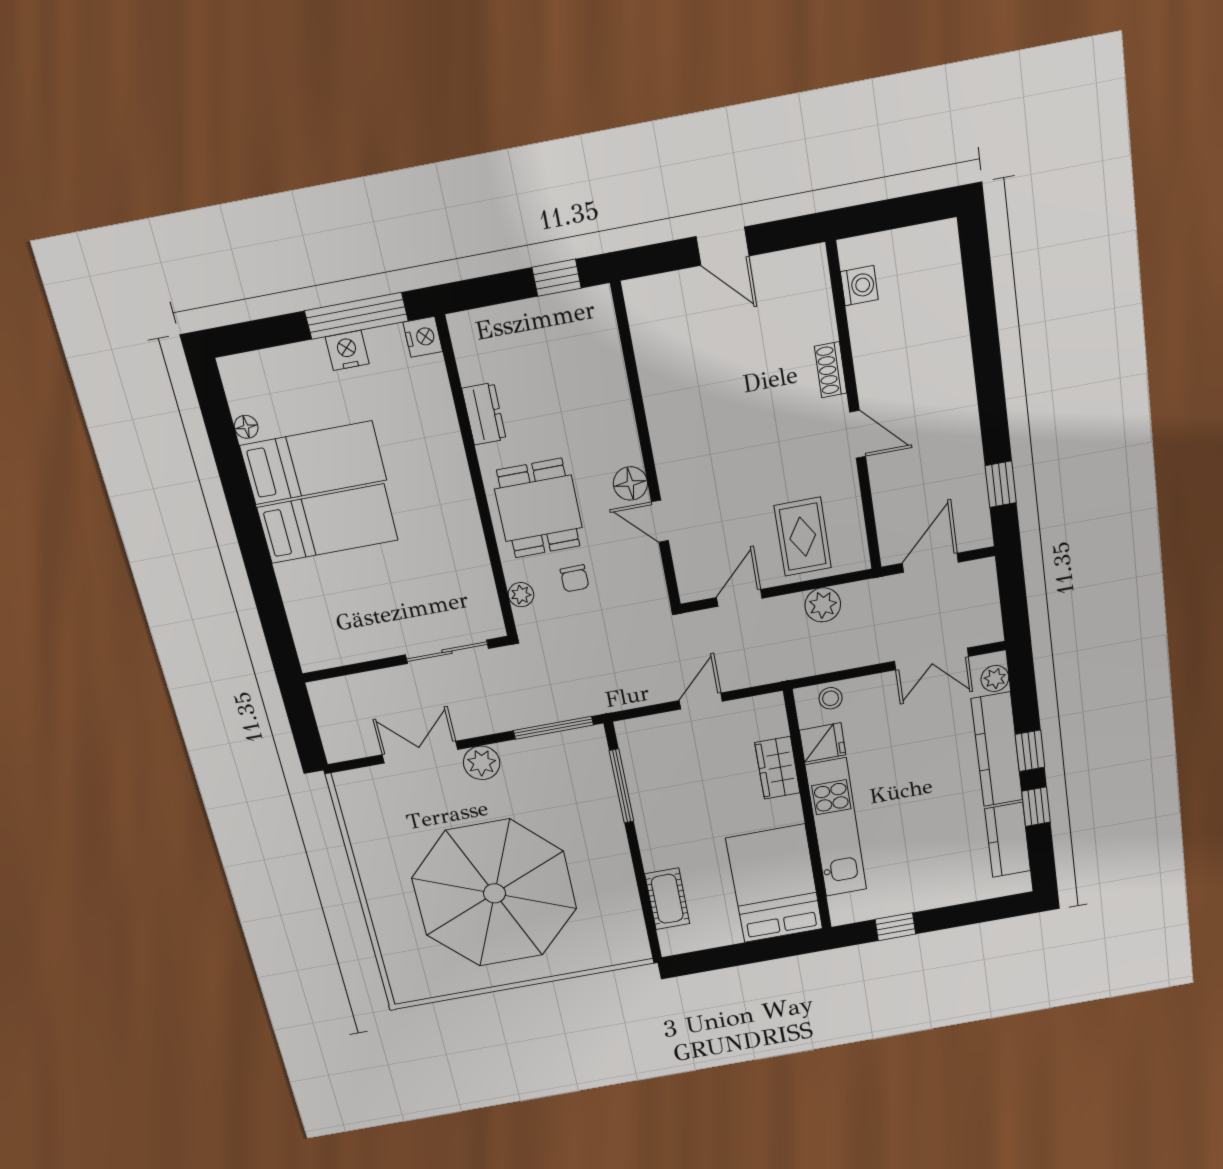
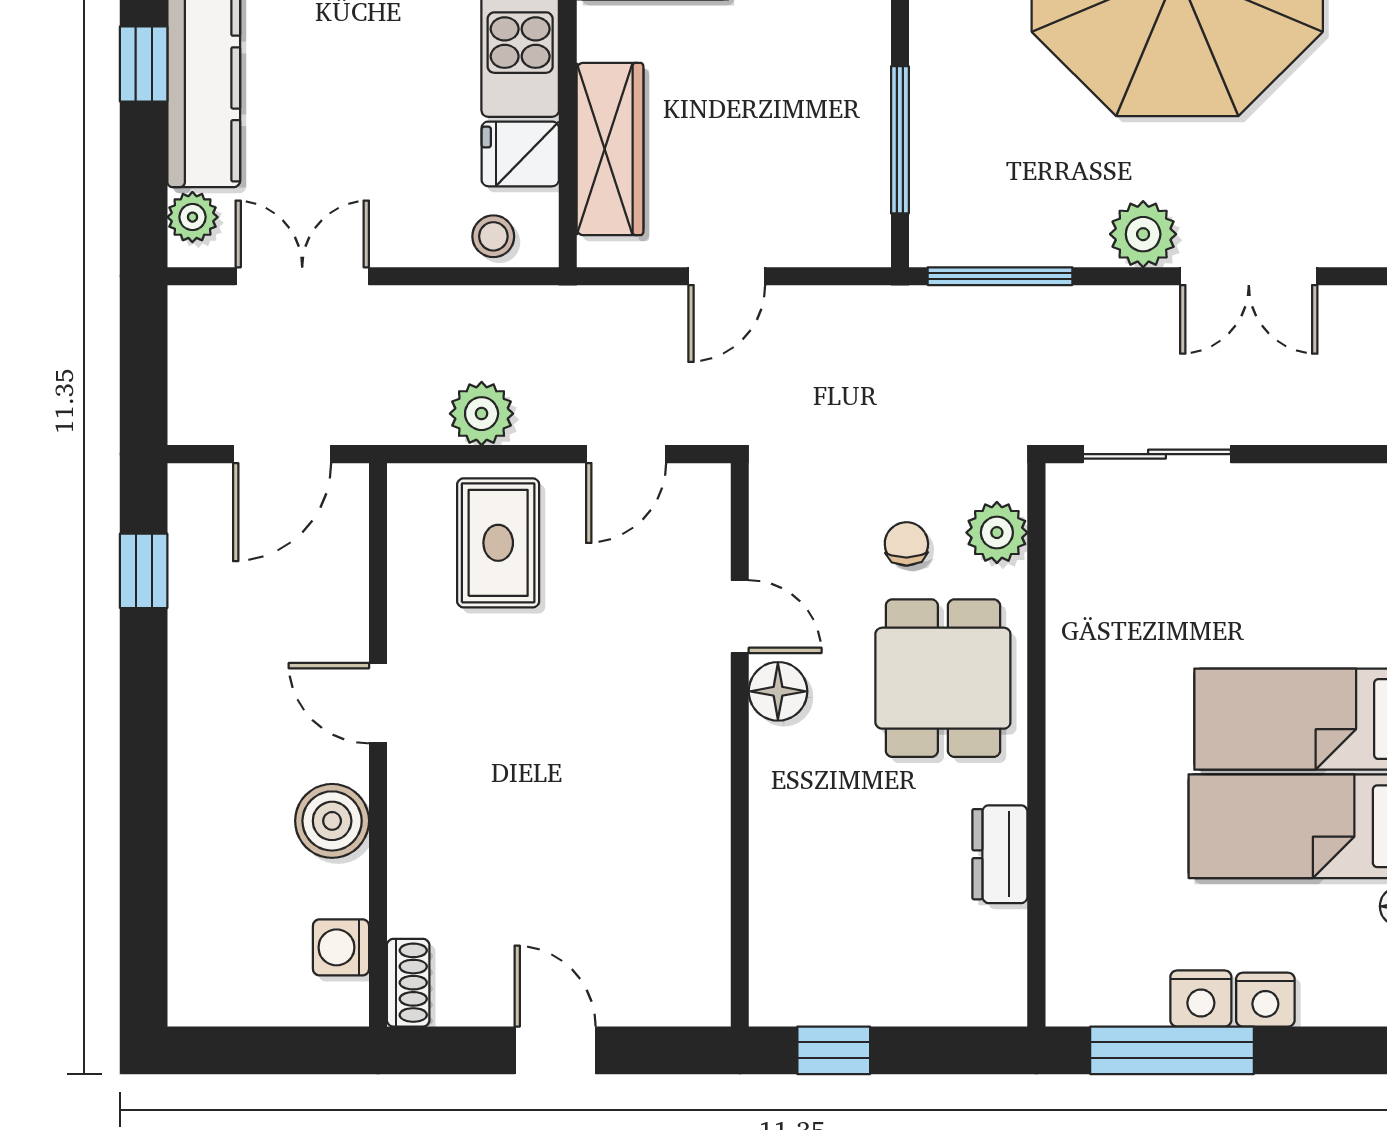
nightstand: (423, 337) -> (1265, 1000), moved, turned -90
boiler: (875, 361) -> (332, 821), added
shoe rack: (831, 370) -> (408, 983), moved
plant: (521, 595) -> (997, 533), width x1.38, depth x1.38
wardrobe: (777, 768) -> (610, 149), width x1.50

